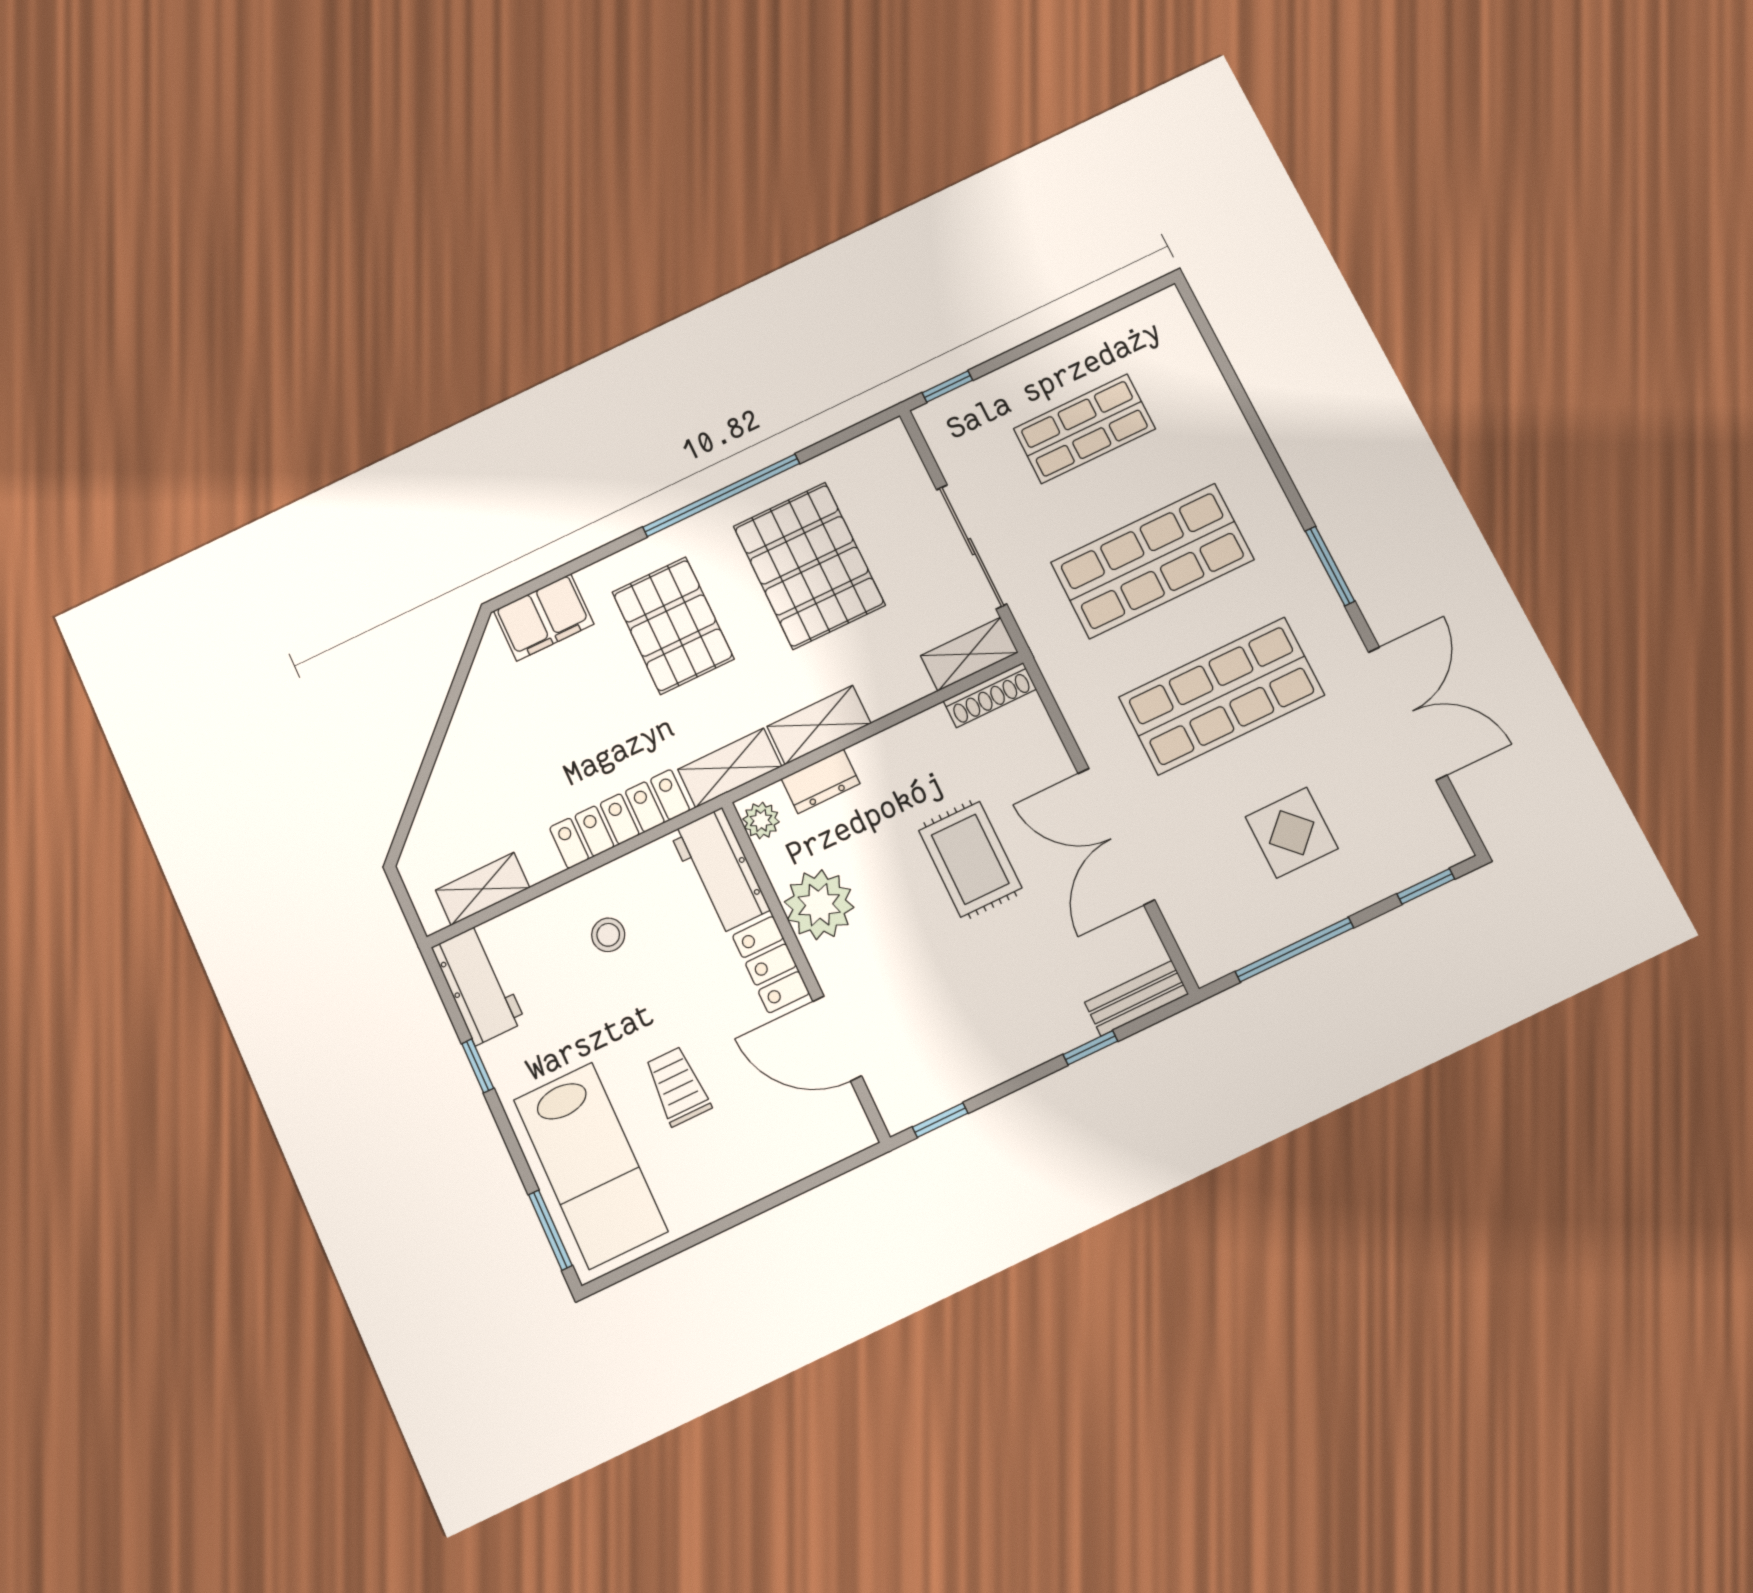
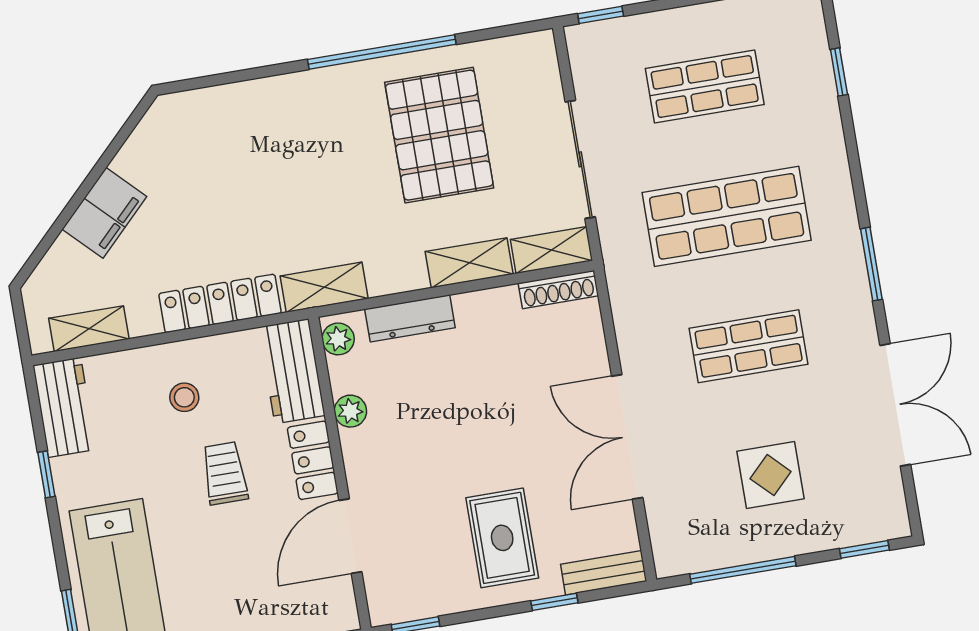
window: (1227, 370) -> (839, 72), added
filing cabinet: (544, 617) -> (104, 213), moved, turned -45
pallet: (673, 626) -> (310, 152), removed
shop shelf: (1221, 696) -> (749, 346), width x0.70, depth x0.74
shelving: (819, 725) -> (469, 263), moved
dresser: (821, 781) -> (410, 318), width x1.44
rug: (970, 859) -> (502, 538), moved
plant: (819, 905) -> (350, 411), width x0.53, depth x0.53
door: (837, 1039) -> (350, 536), hinge flipped
trolley: (678, 1086) -> (225, 473), moved

